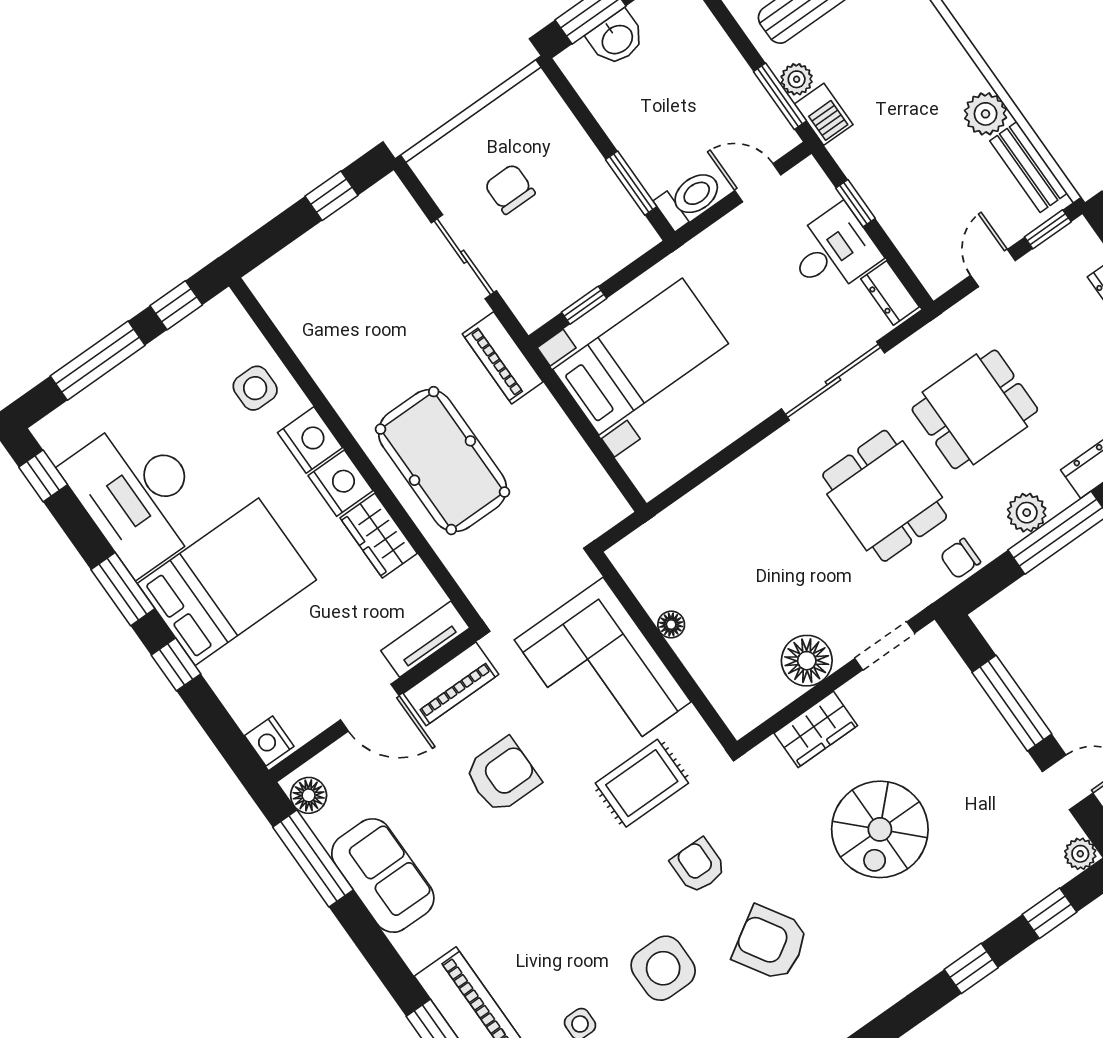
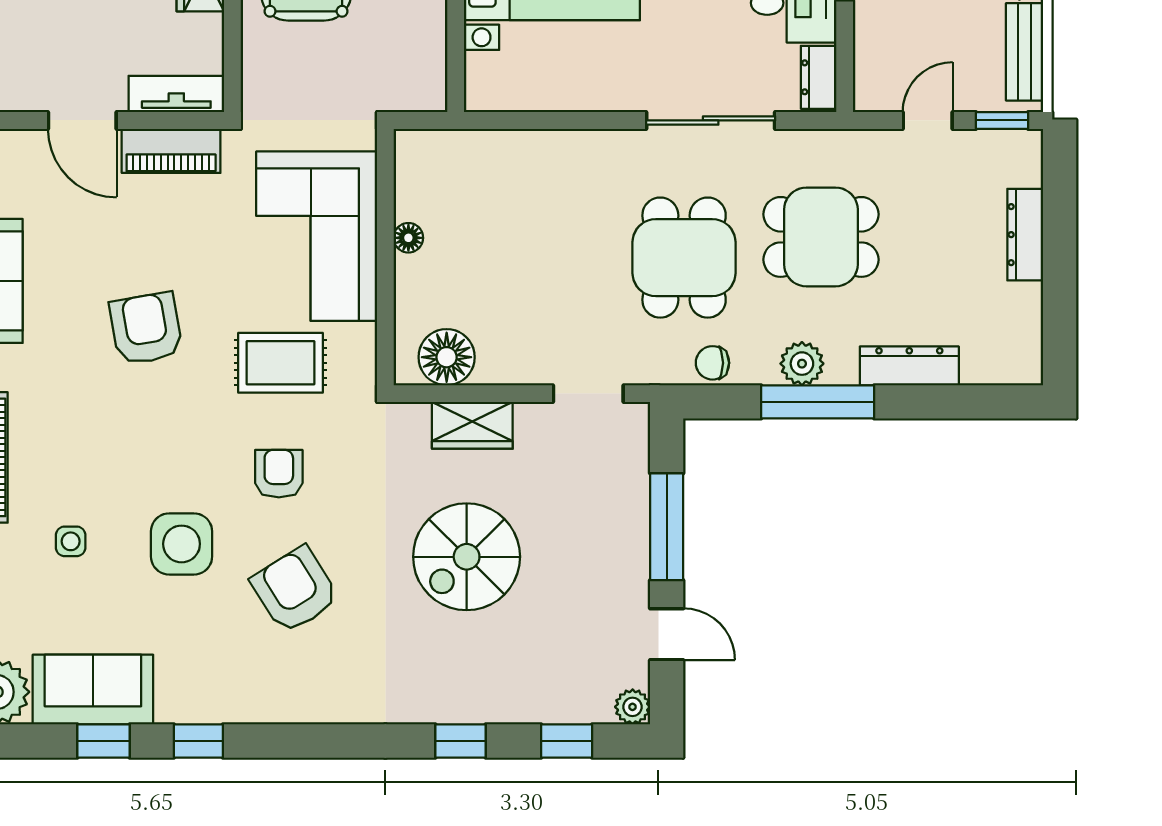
floor lamp: (807, 661) -> (447, 357), moved
armchair: (502, 775) -> (146, 329), moved, turned -100

